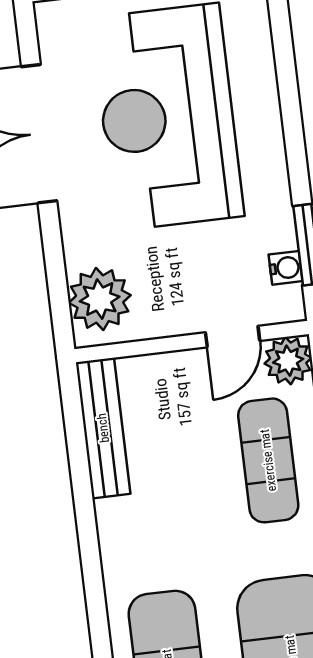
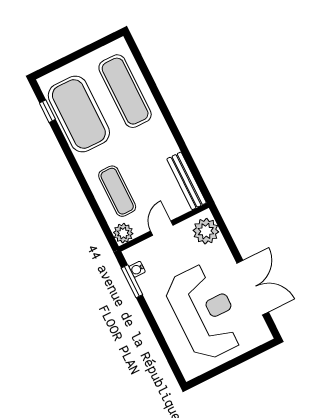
door: (233, 337) -> (162, 228), moved

